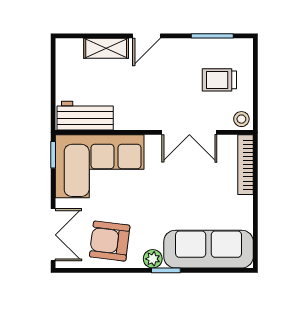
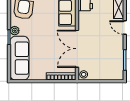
trolley: (219, 80) -> (103, 64), removed
double door: (189, 132) -> (77, 49), width x1.37

